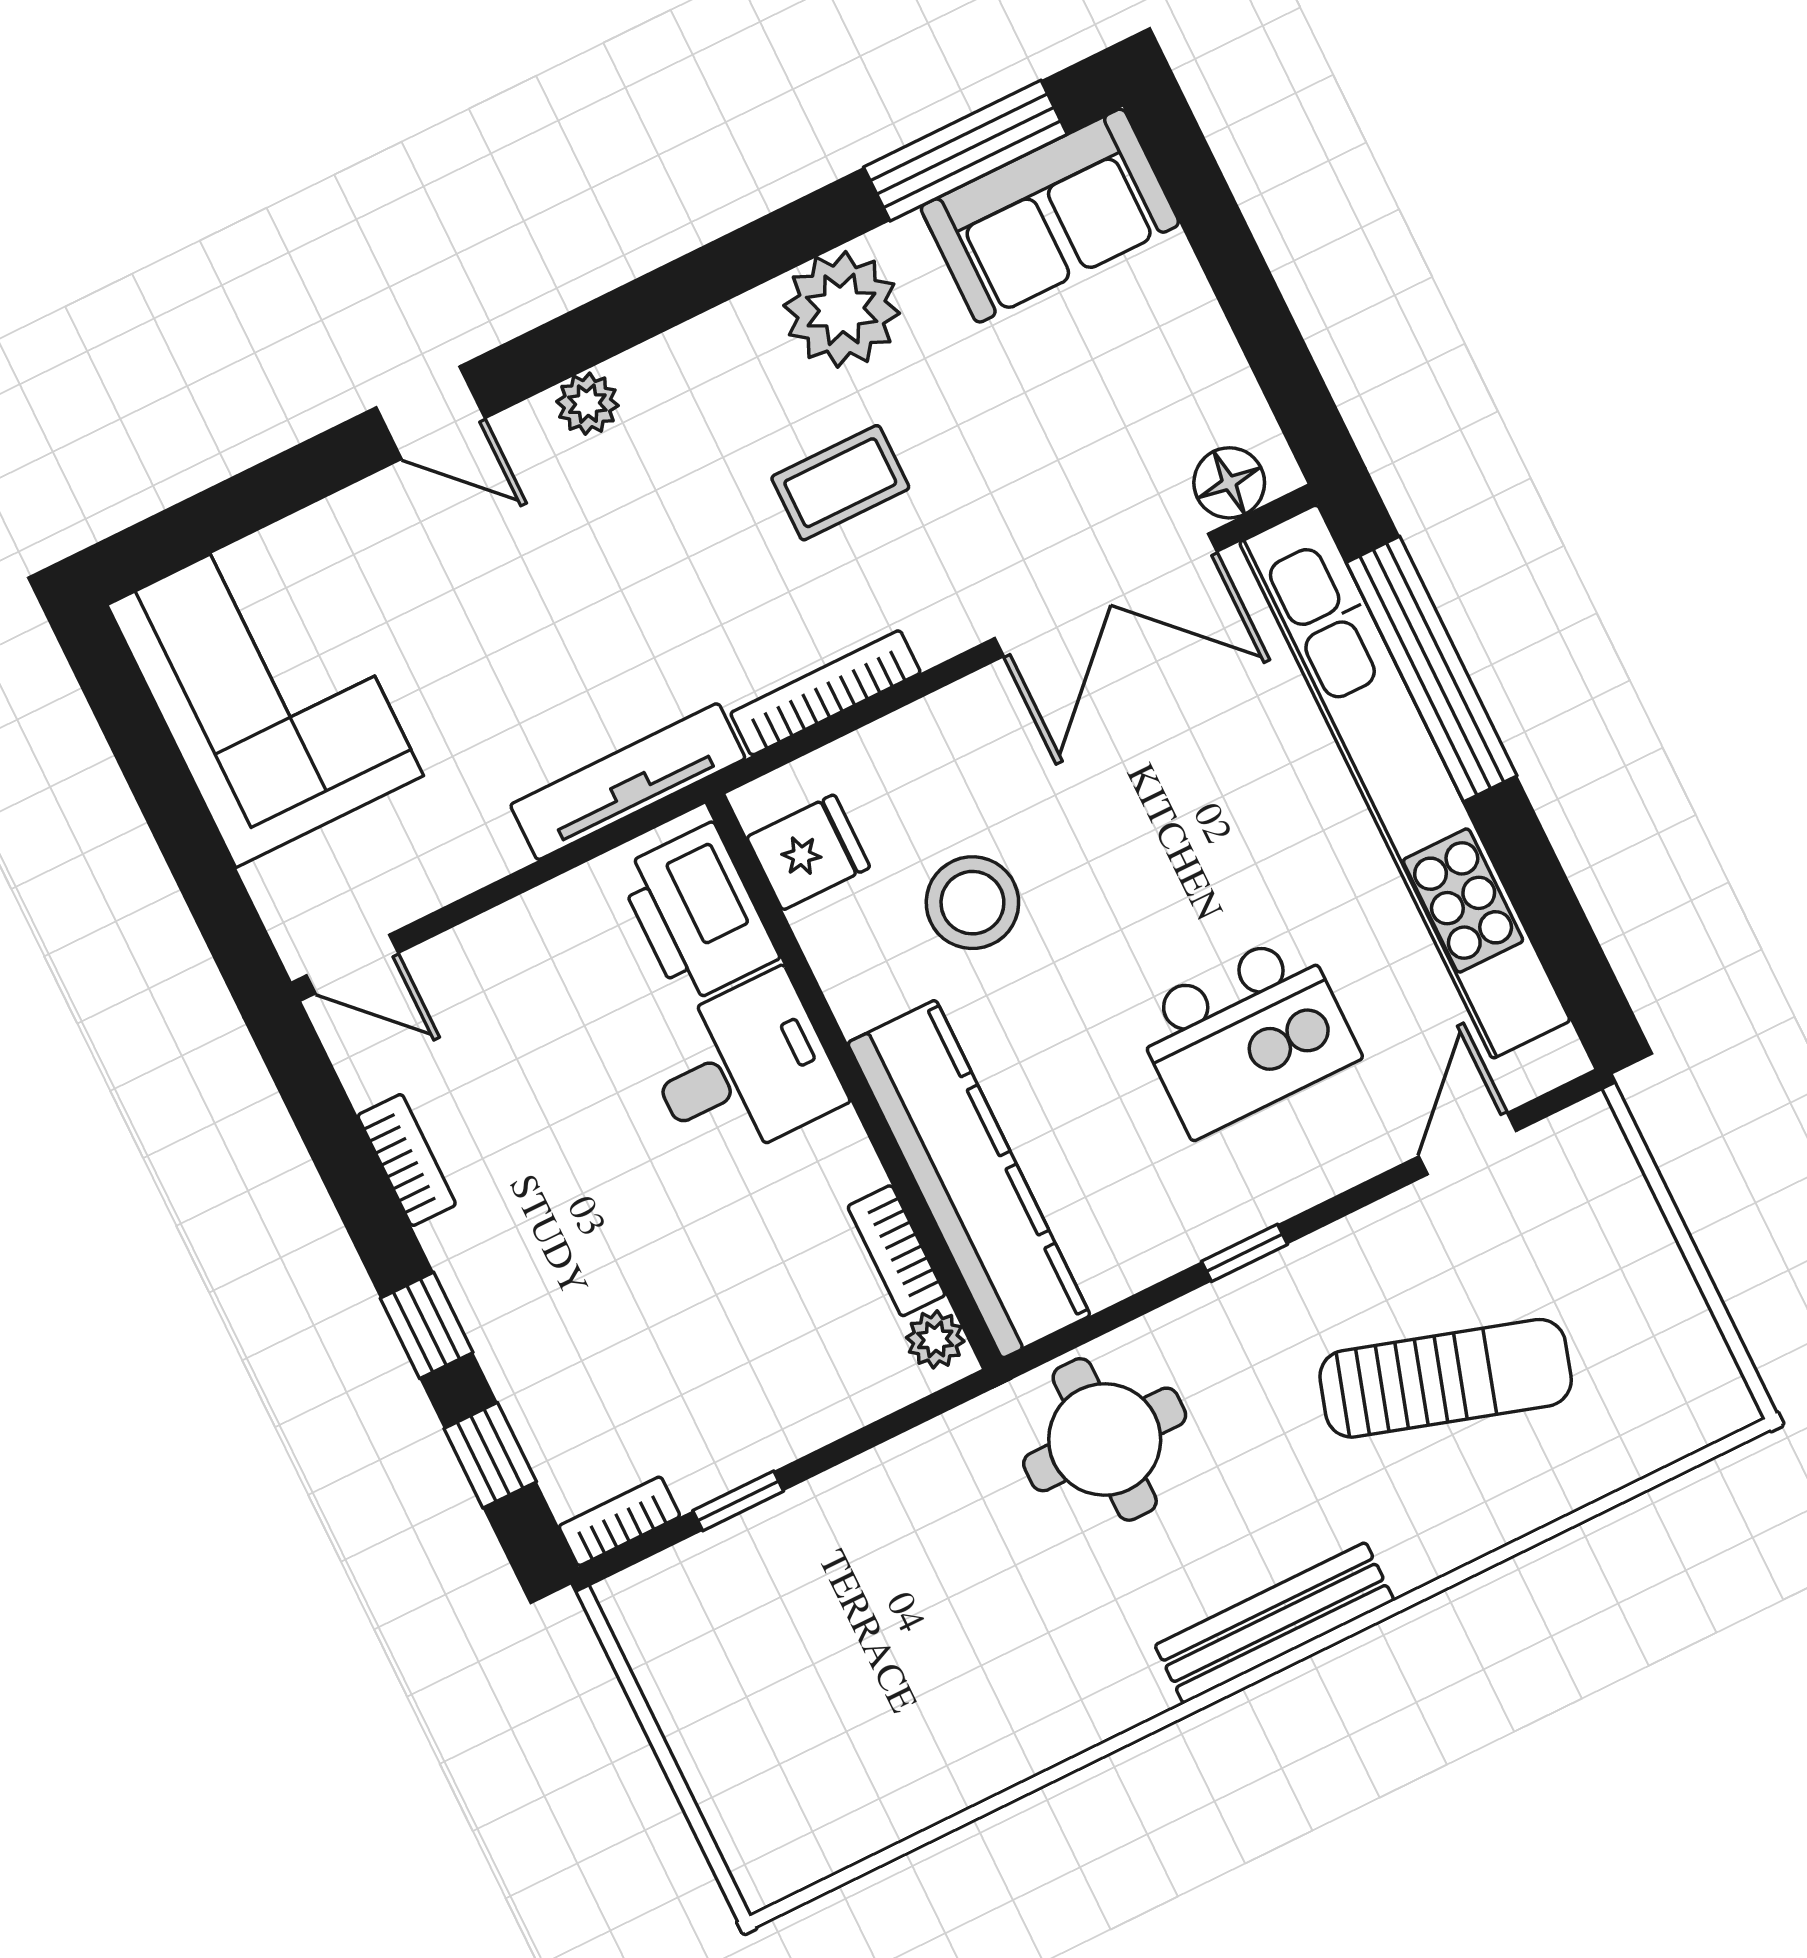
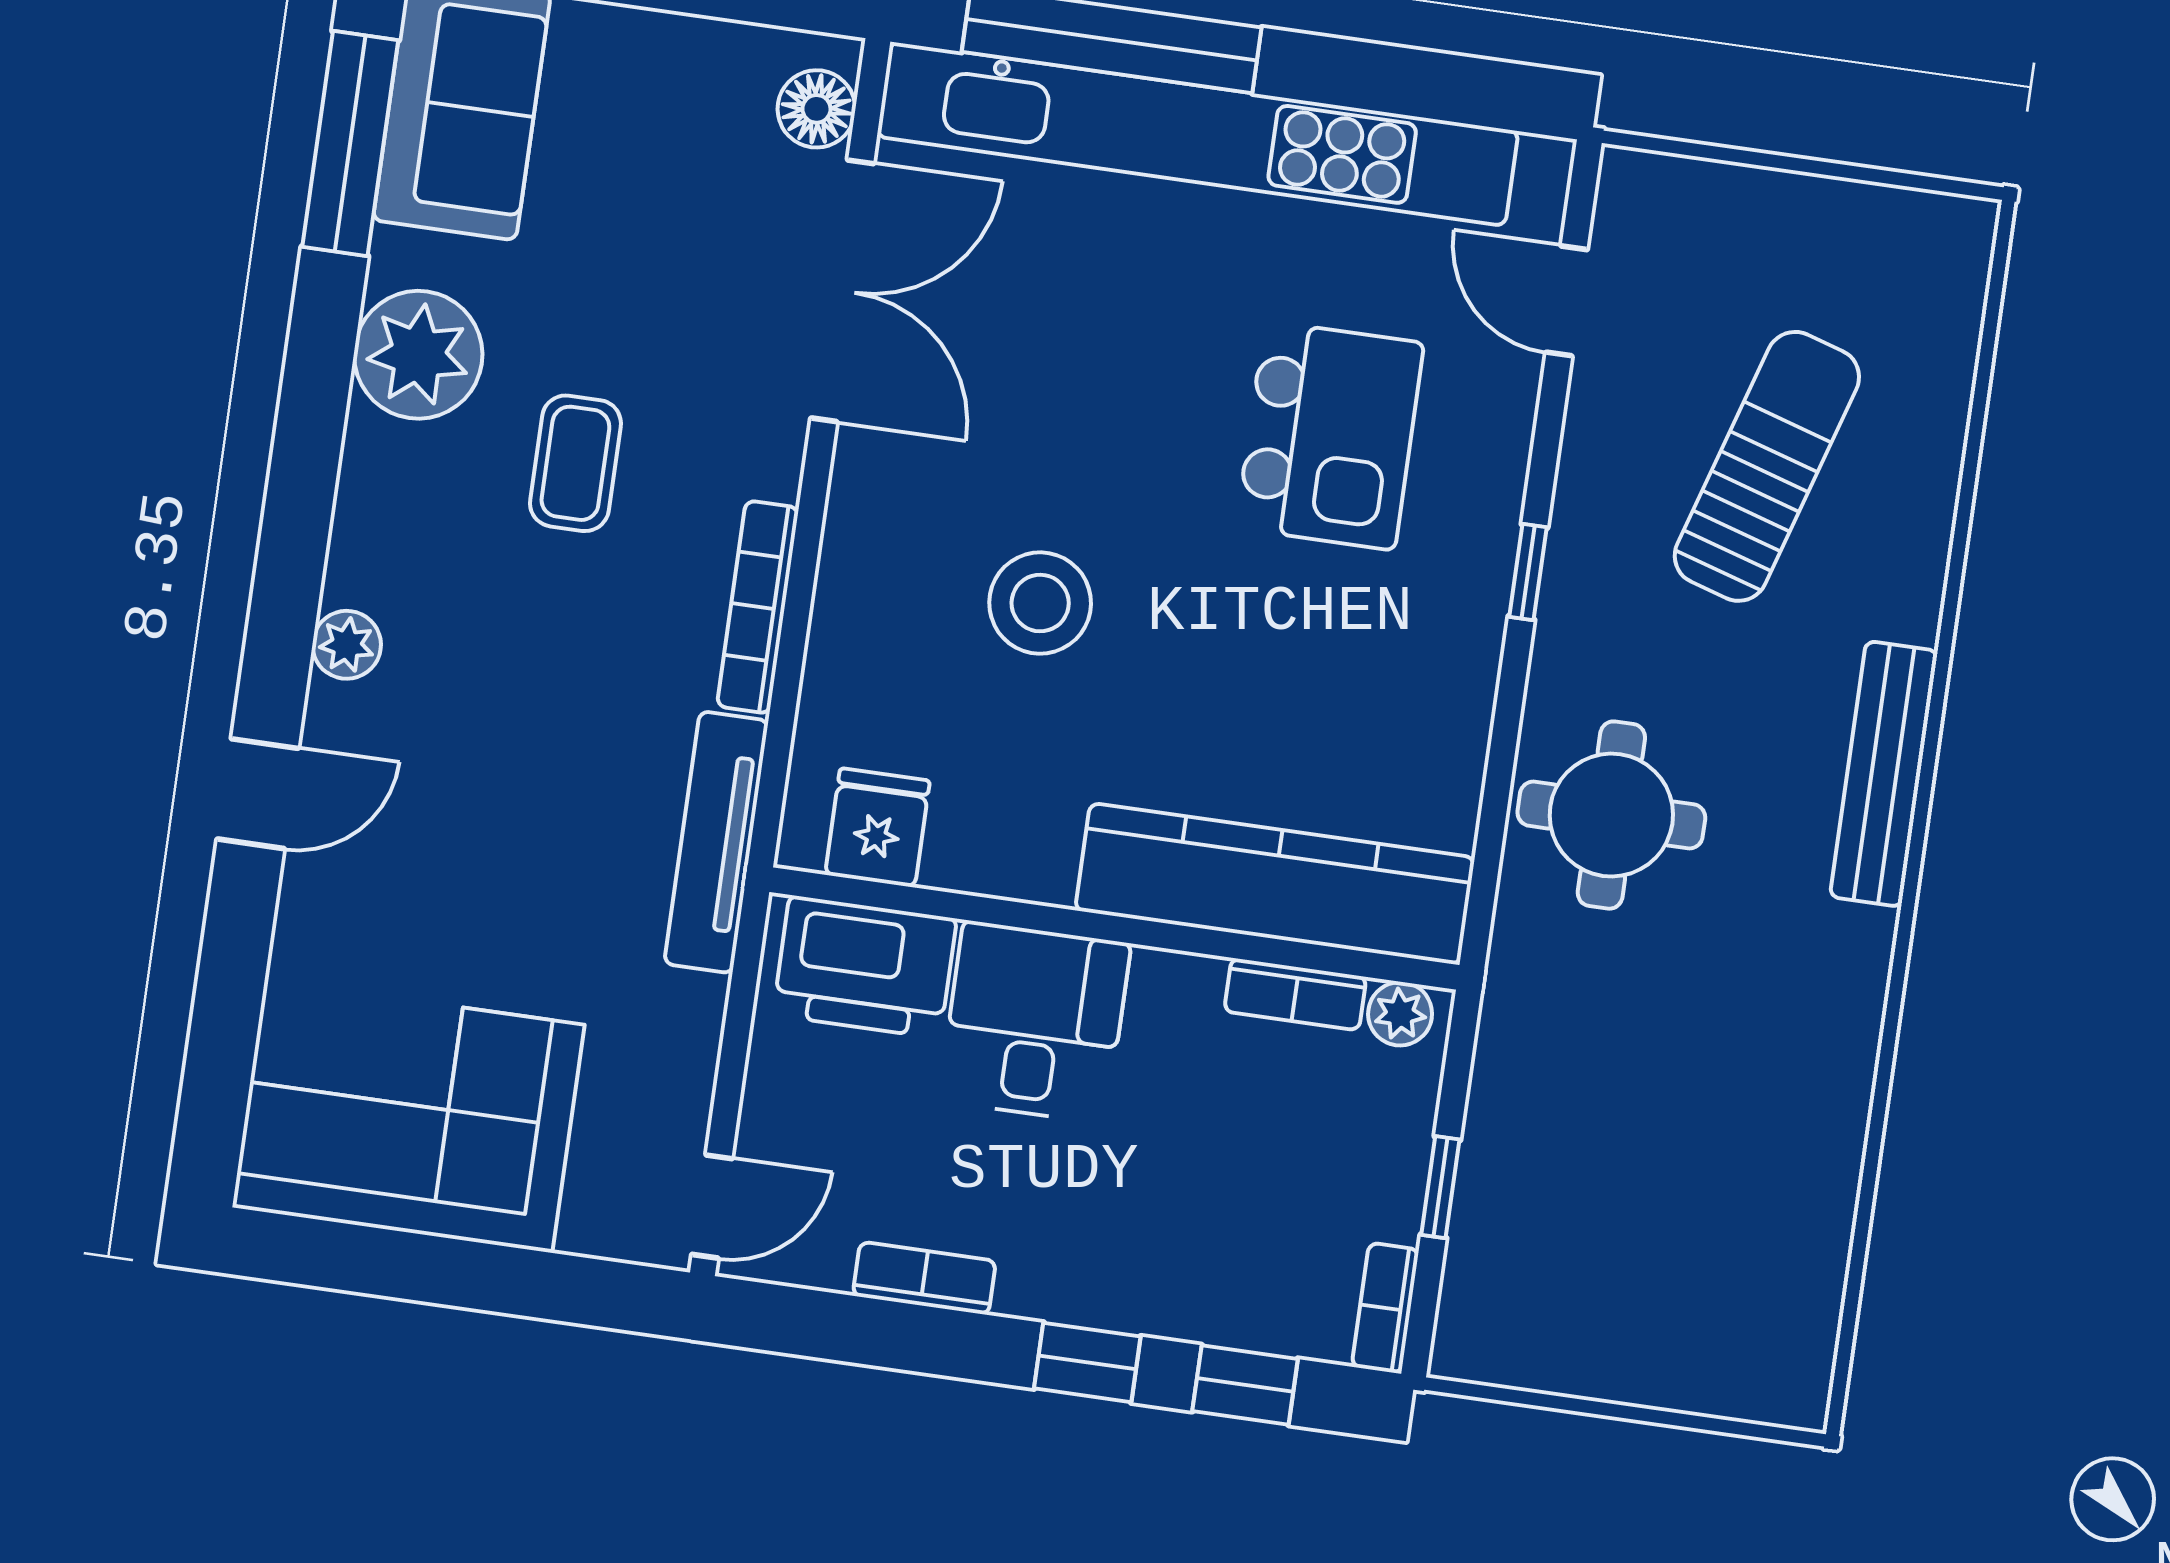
fridge: (808, 852) -> (877, 828), moved
printer: (698, 914) -> (865, 967), moved
desk: (743, 1069) -> (1035, 1022), moved
wall: (854, 1081) -> (1114, 928), moved
kitchen counter: (969, 1179) -> (1275, 884), moved
bookcase: (896, 1251) -> (1295, 994), moved
plant: (935, 1339) -> (1400, 1014), moved

